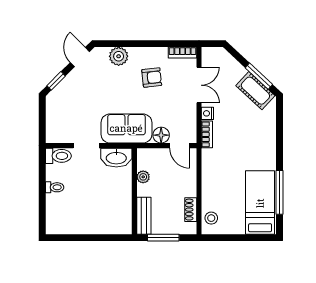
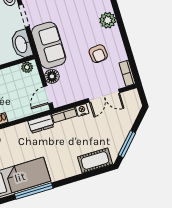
cot: (255, 91) -> (95, 161), moved, turned 47
dresser: (209, 162) -> (41, 124), added
plant: (143, 177) -> (27, 67), moved

